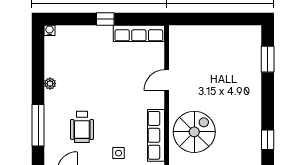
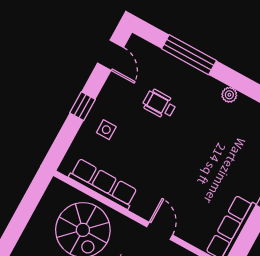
wheelchair: (82, 127) -> (159, 104), width x0.73, depth x0.73

